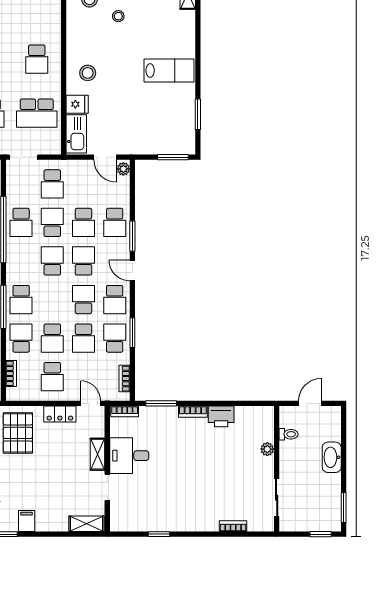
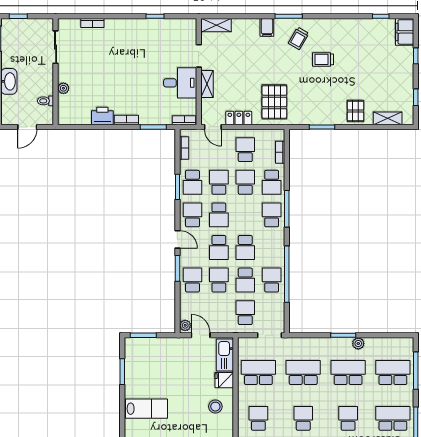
lab bench: (169, 70) -> (147, 409), turned 180

